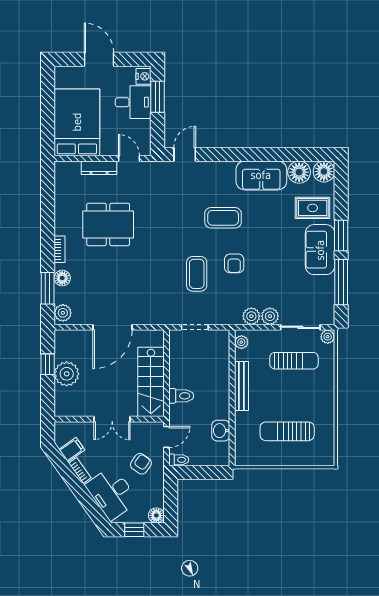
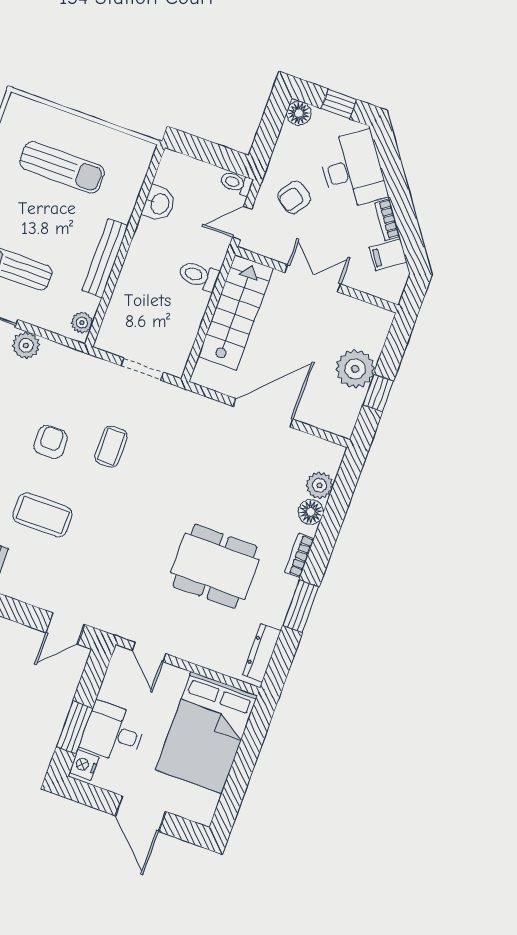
dresser: (99, 168) -> (262, 653), moved, turned -90
coffee table: (197, 274) -> (111, 447), width x0.73, depth x0.77
window: (48, 288) -> (301, 606), moved
plant: (63, 313) -> (319, 485), moved
plant: (251, 316) -> (53, 355), removed

